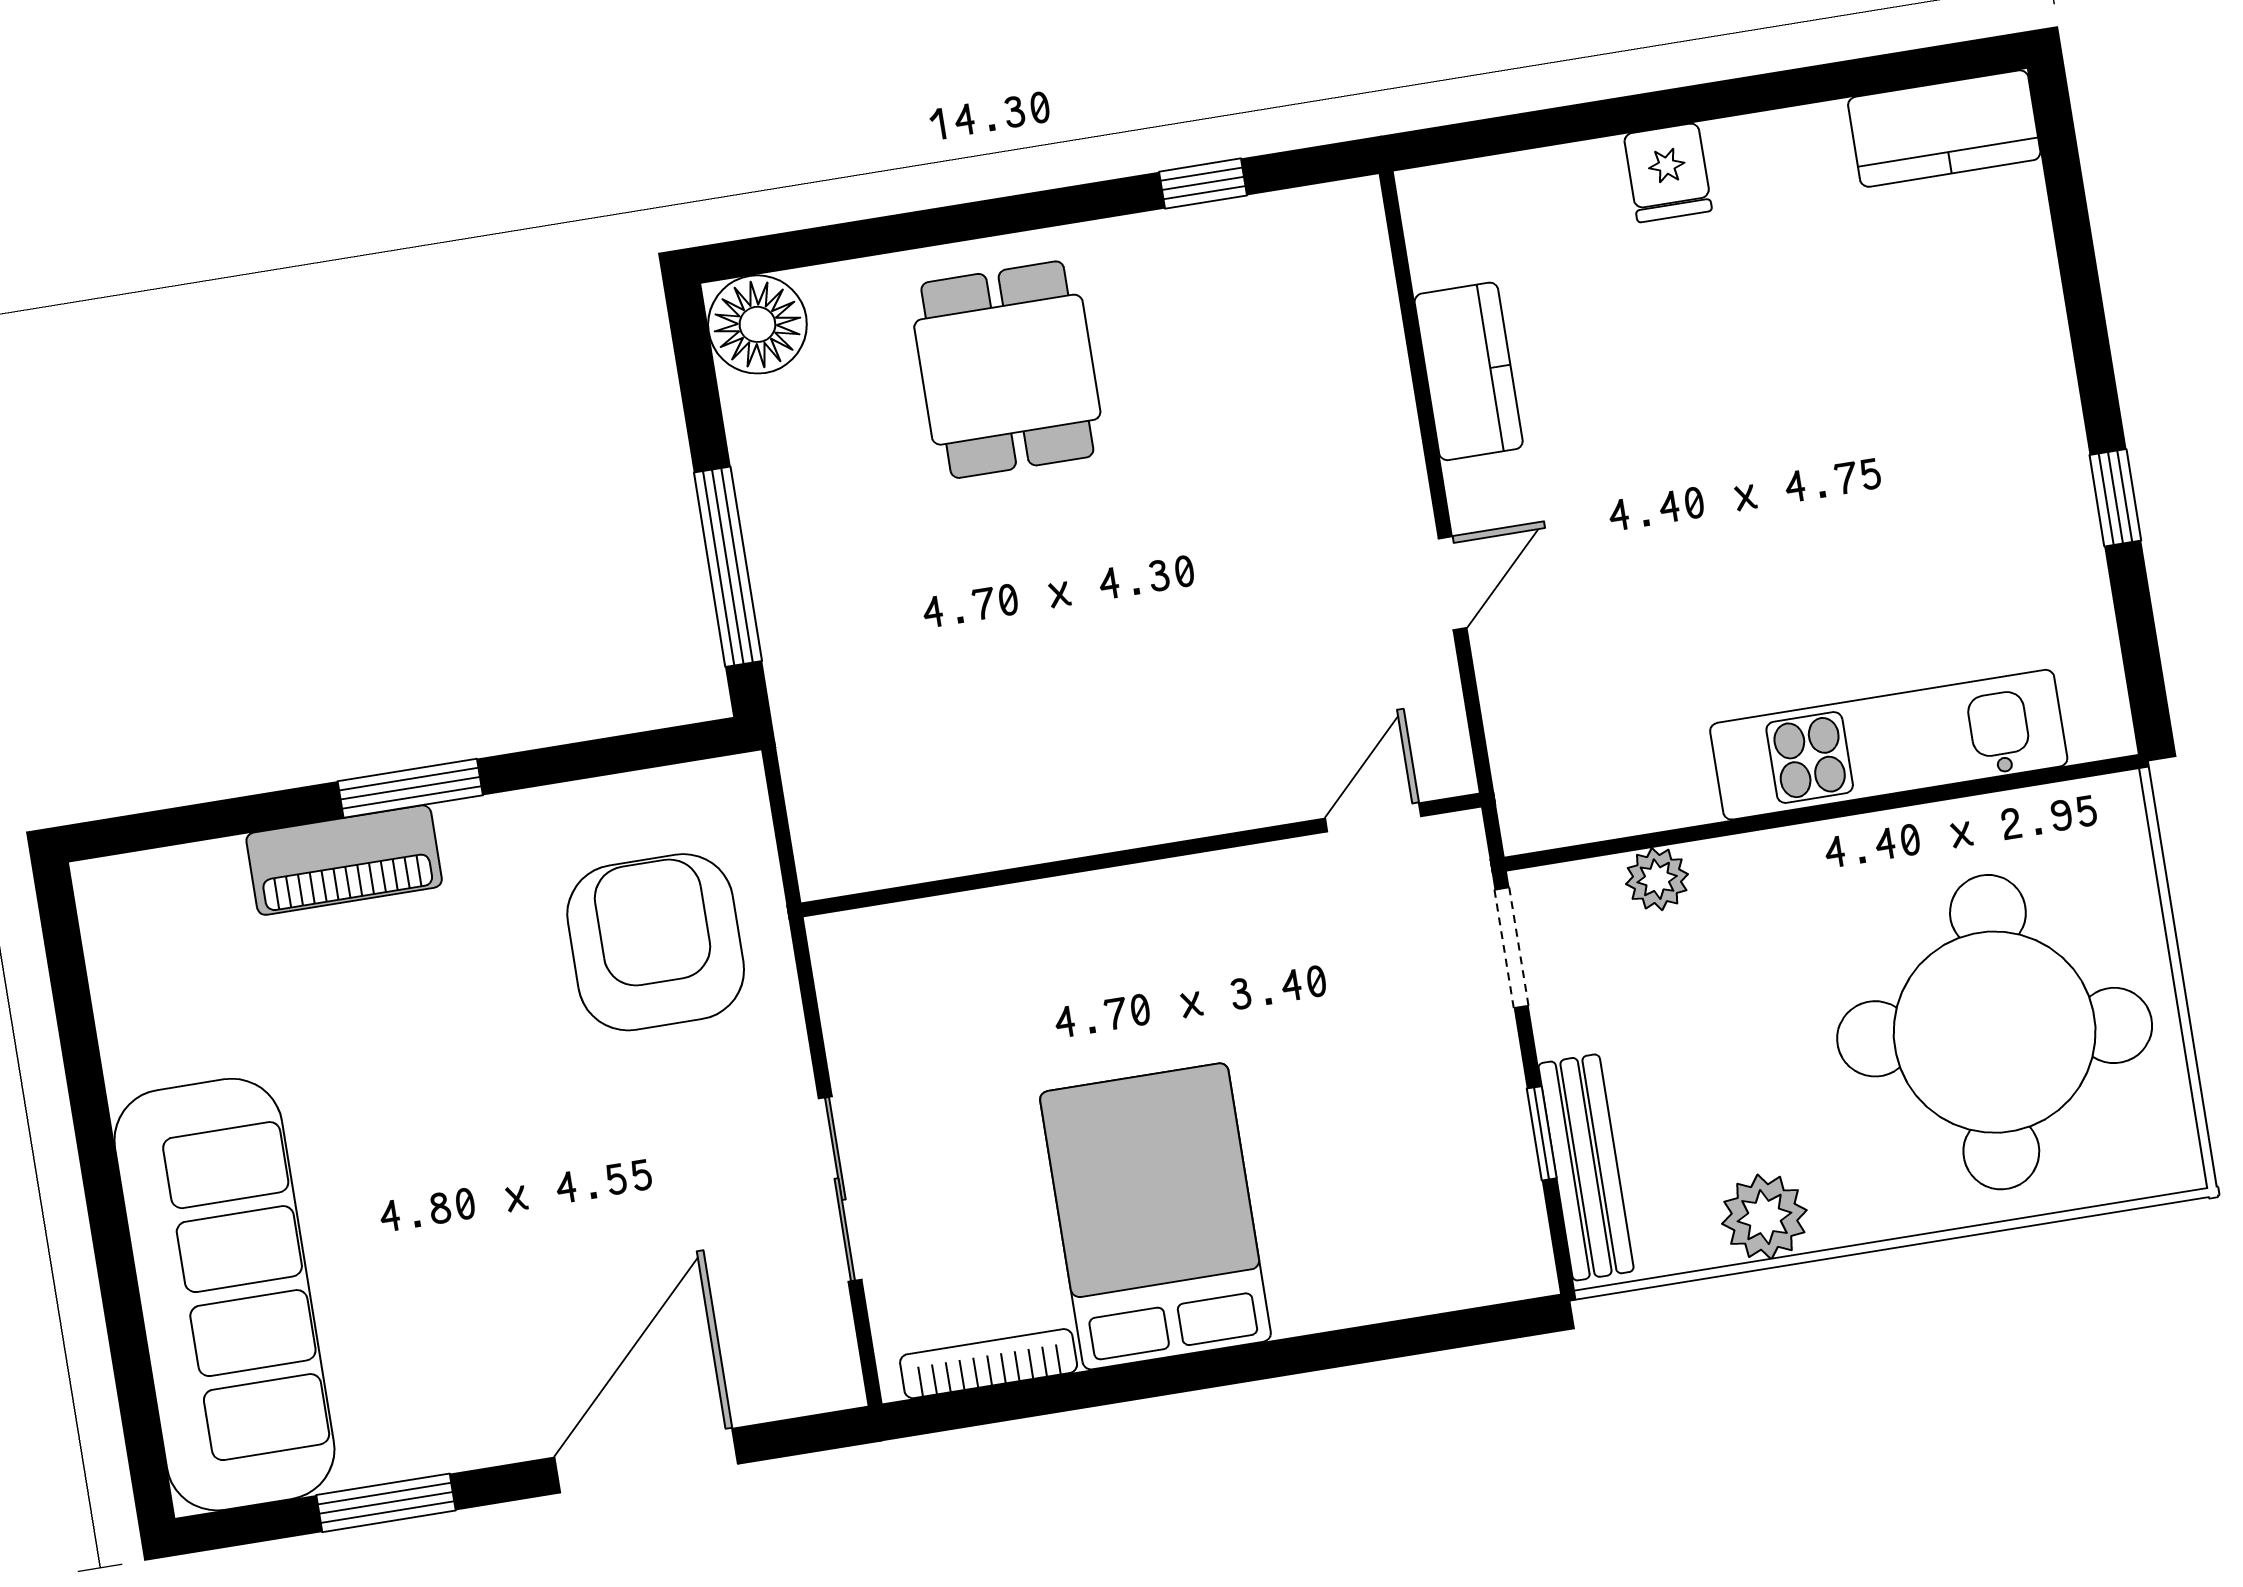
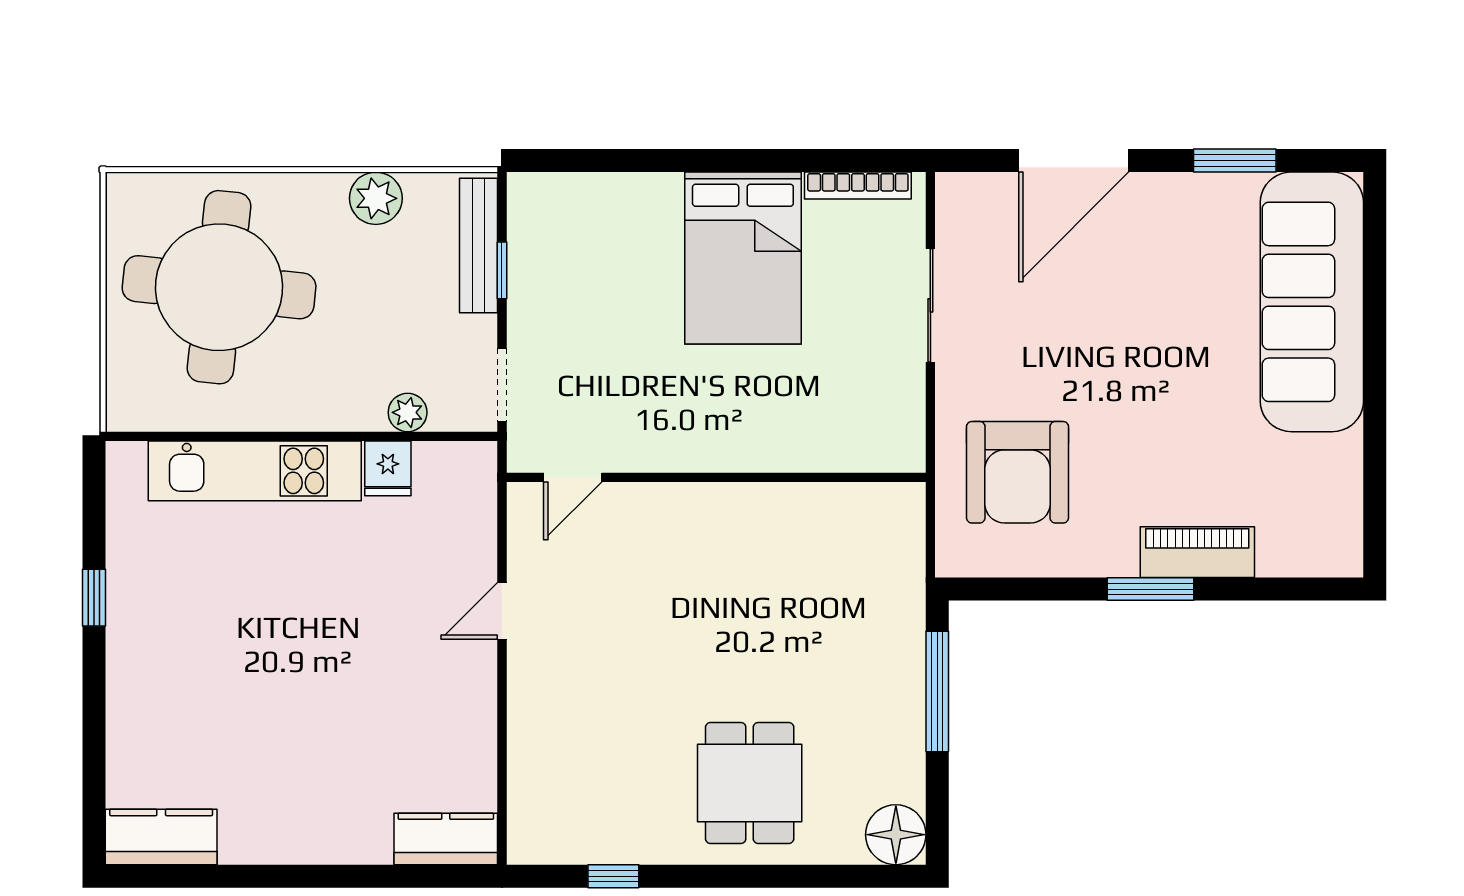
fridge: (1668, 173) -> (388, 468), moved, turned 180
kitchen counter: (1469, 371) -> (446, 839), moved, turned 90

